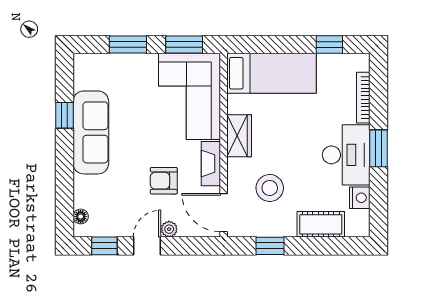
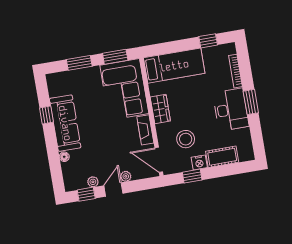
armchair: (164, 181) -> (117, 146), removed
nightstand: (360, 198) -> (199, 162), moved, turned 90
floor lamp: (81, 216) -> (64, 157), moved
plant: (118, 229) -> (93, 182), added

